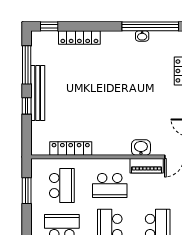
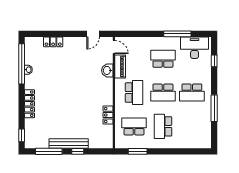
locker: (79, 38) -> (30, 104), moved
locker: (71, 149) -> (108, 115), width x0.66

